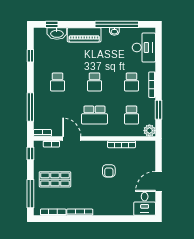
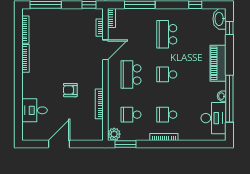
washbasin: (57, 33) -> (220, 19), moved
desk: (144, 47) -> (214, 118), moved, turned -90
school desk: (57, 82) -> (167, 34), width x1.85
window: (159, 110) -> (126, 144), moved
shop shelf: (55, 179) -> (61, 32), removed
door: (159, 181) -> (59, 144), hinge flipped
desk: (145, 204) -> (35, 110), moved

